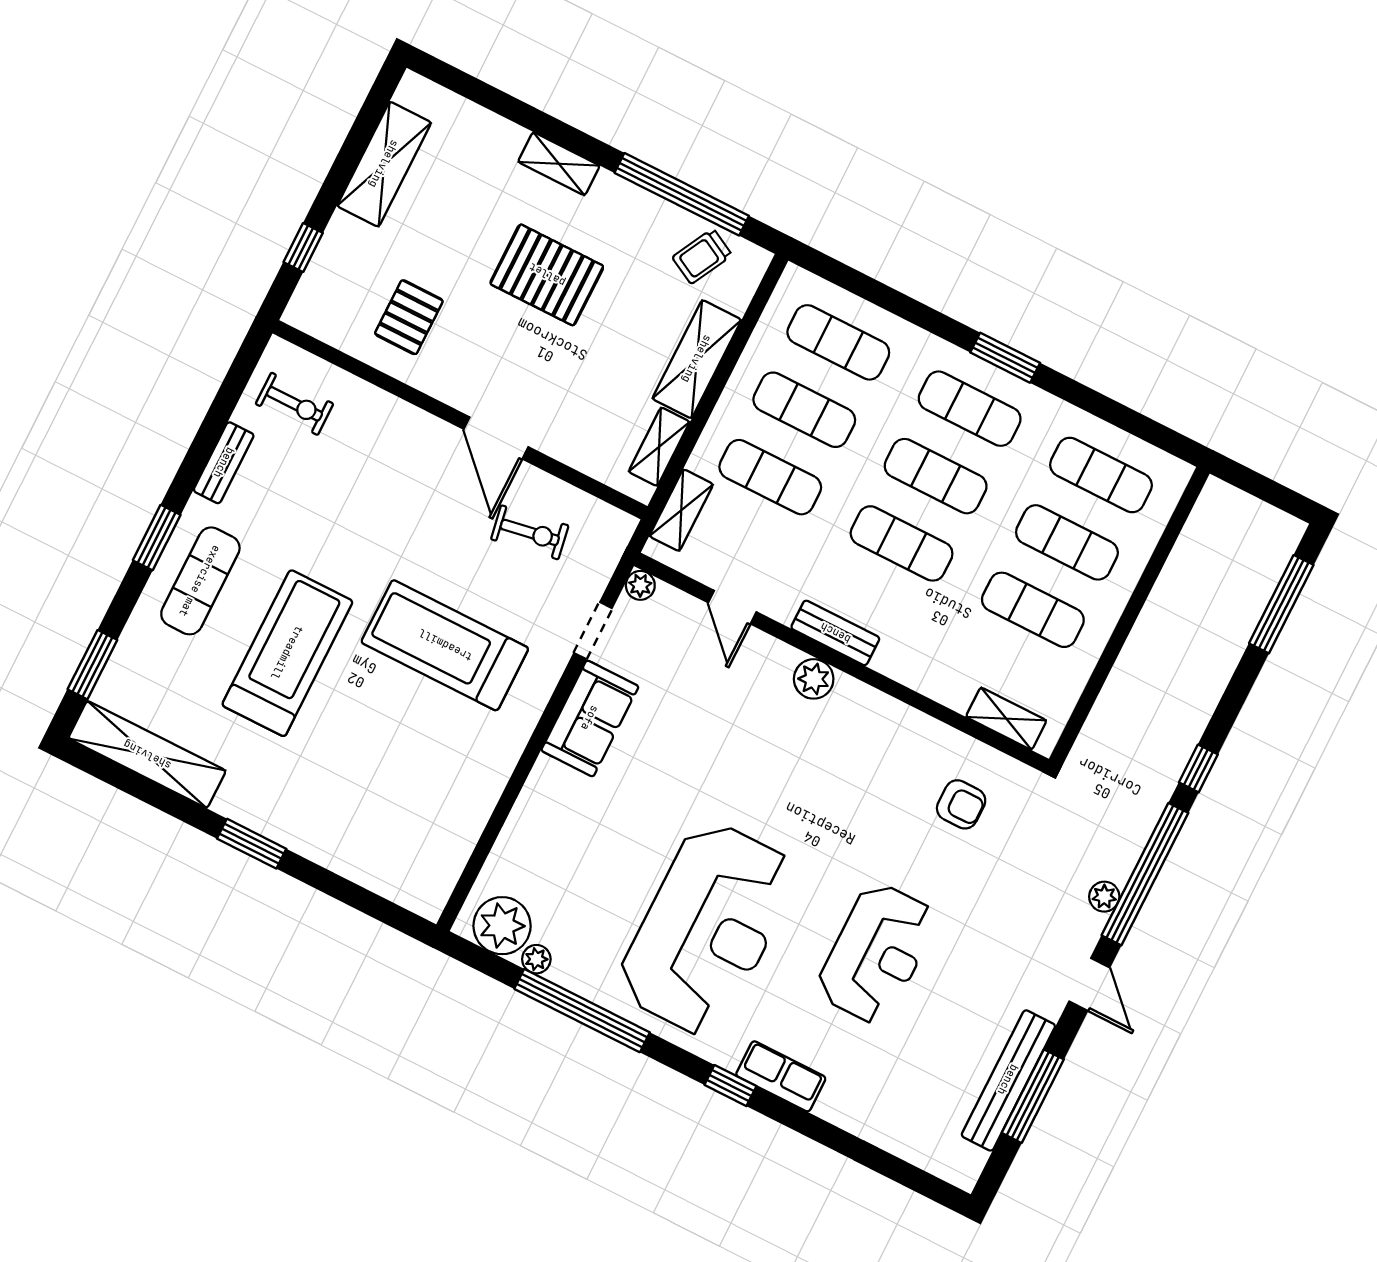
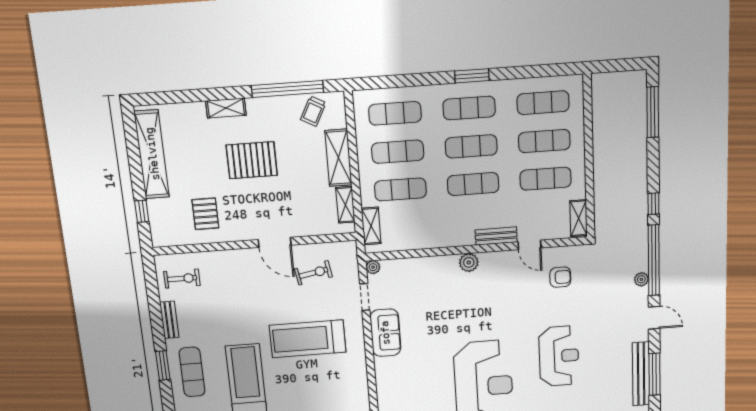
shelving: (384, 164) -> (152, 154), width x1.47
door: (732, 607) -> (530, 245), moved
bench: (835, 633) -> (496, 236), moved
shelving: (1006, 719) -> (579, 218), moved, turned 90

